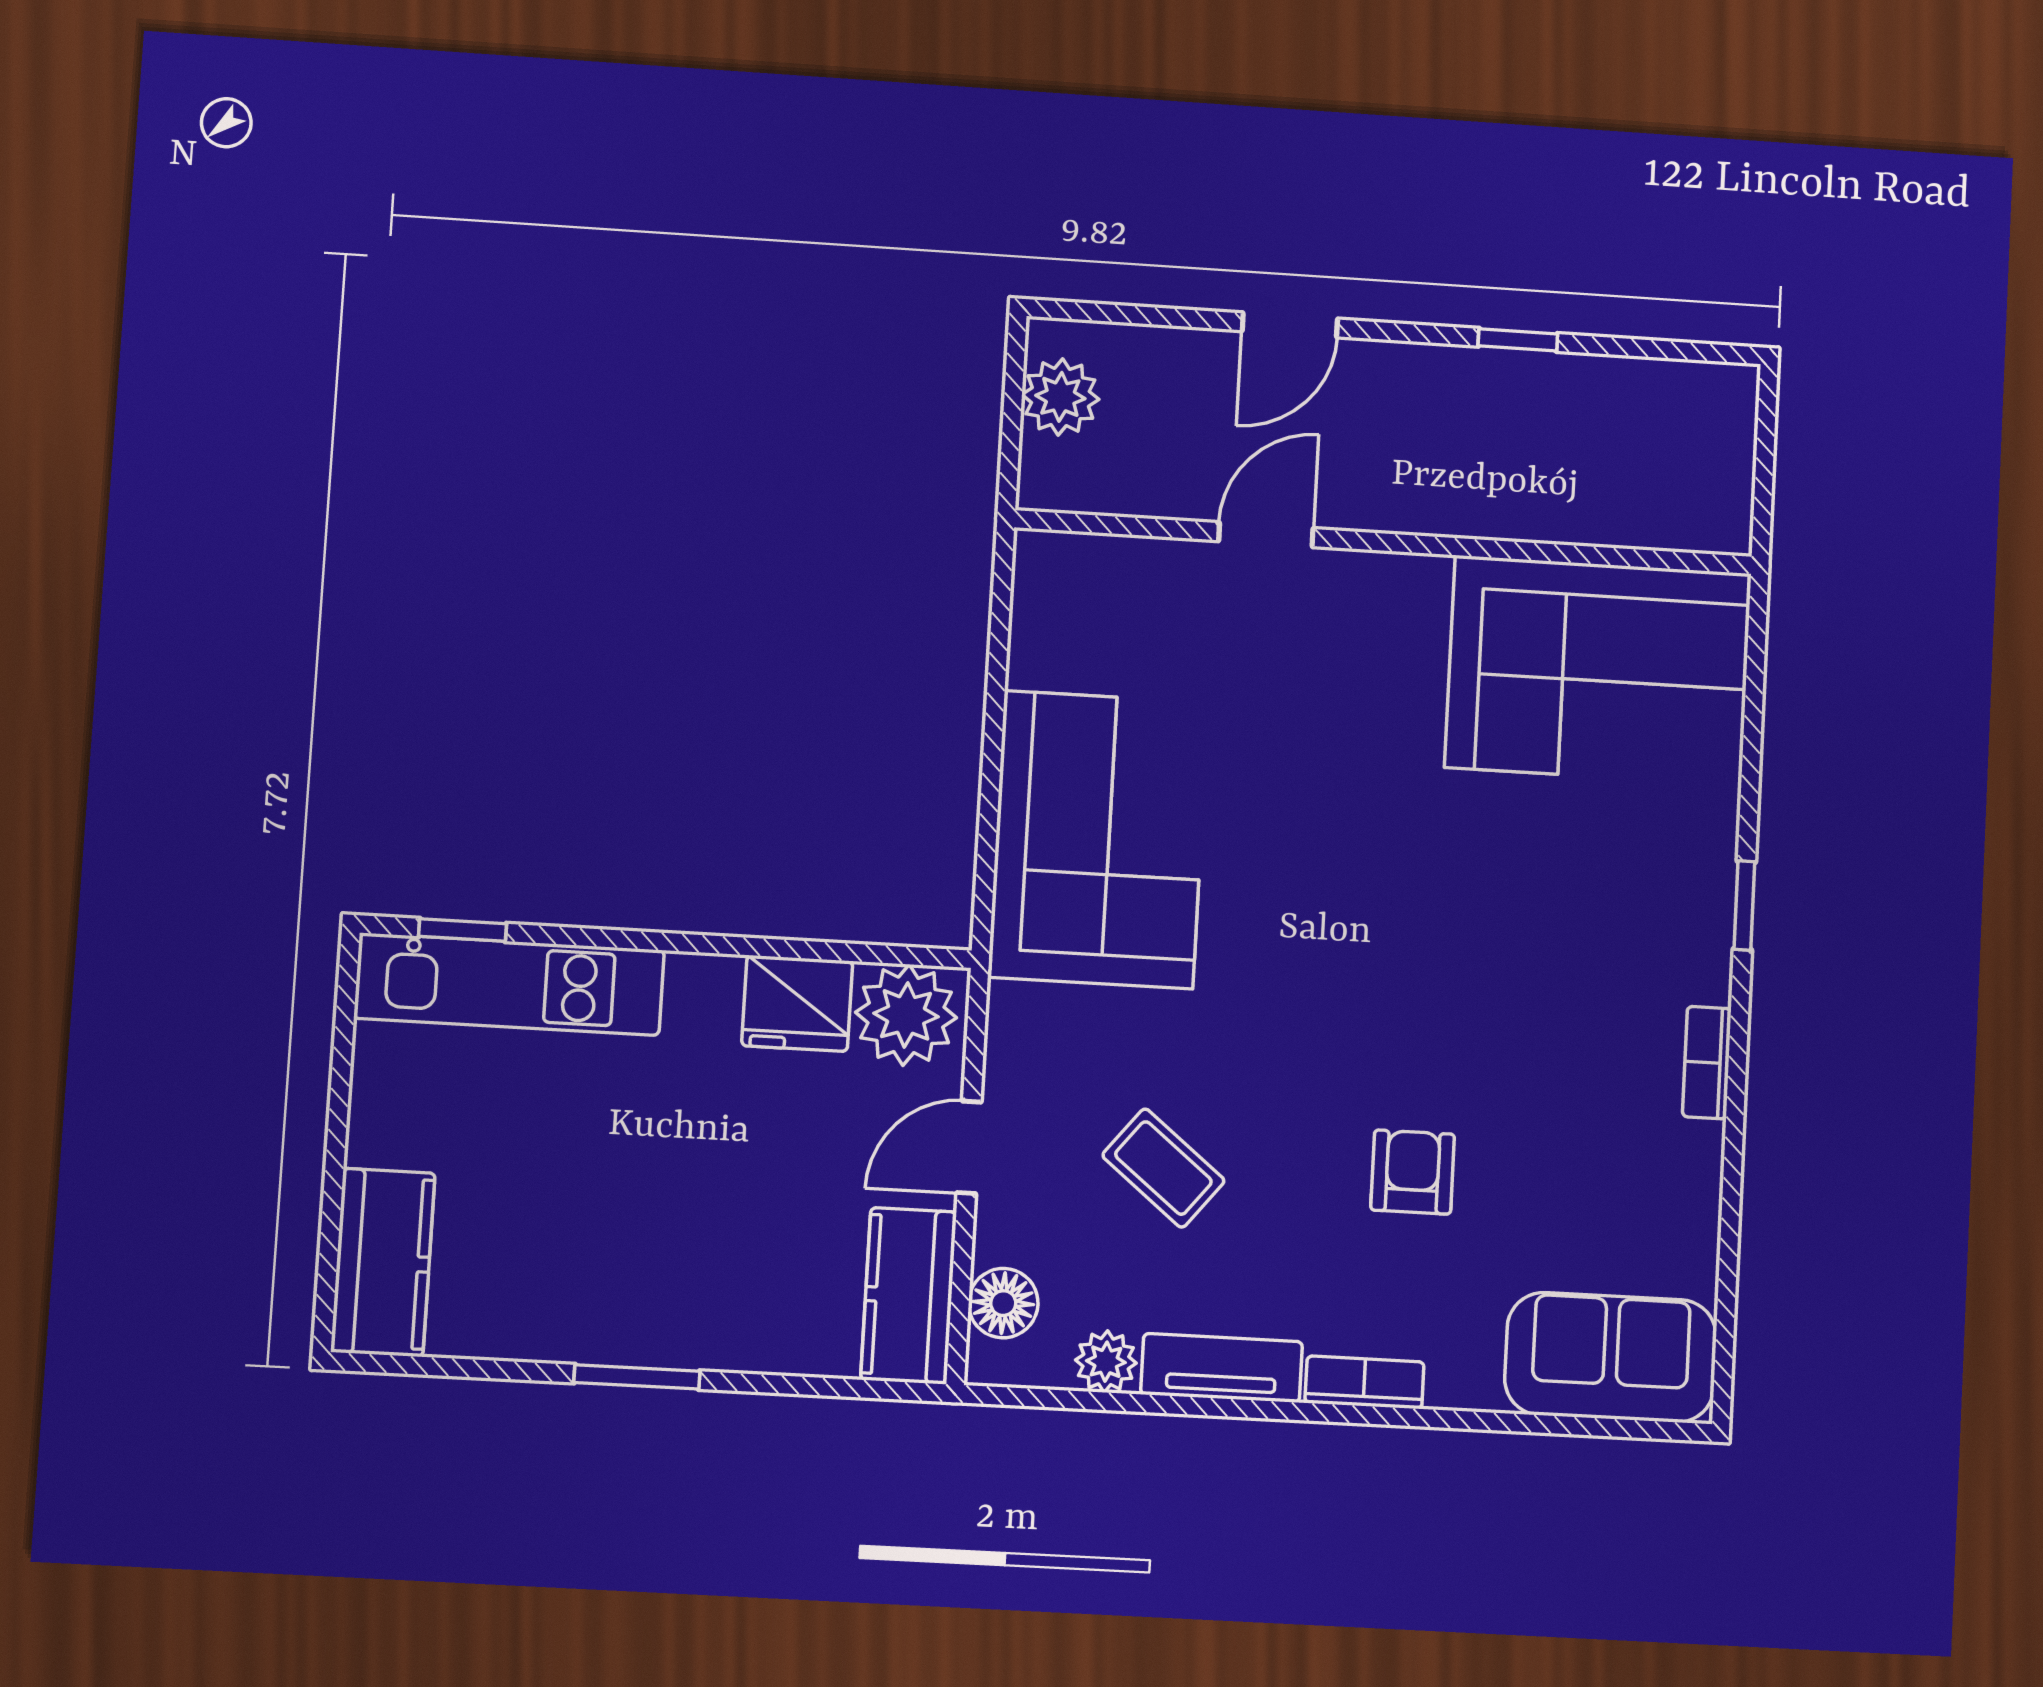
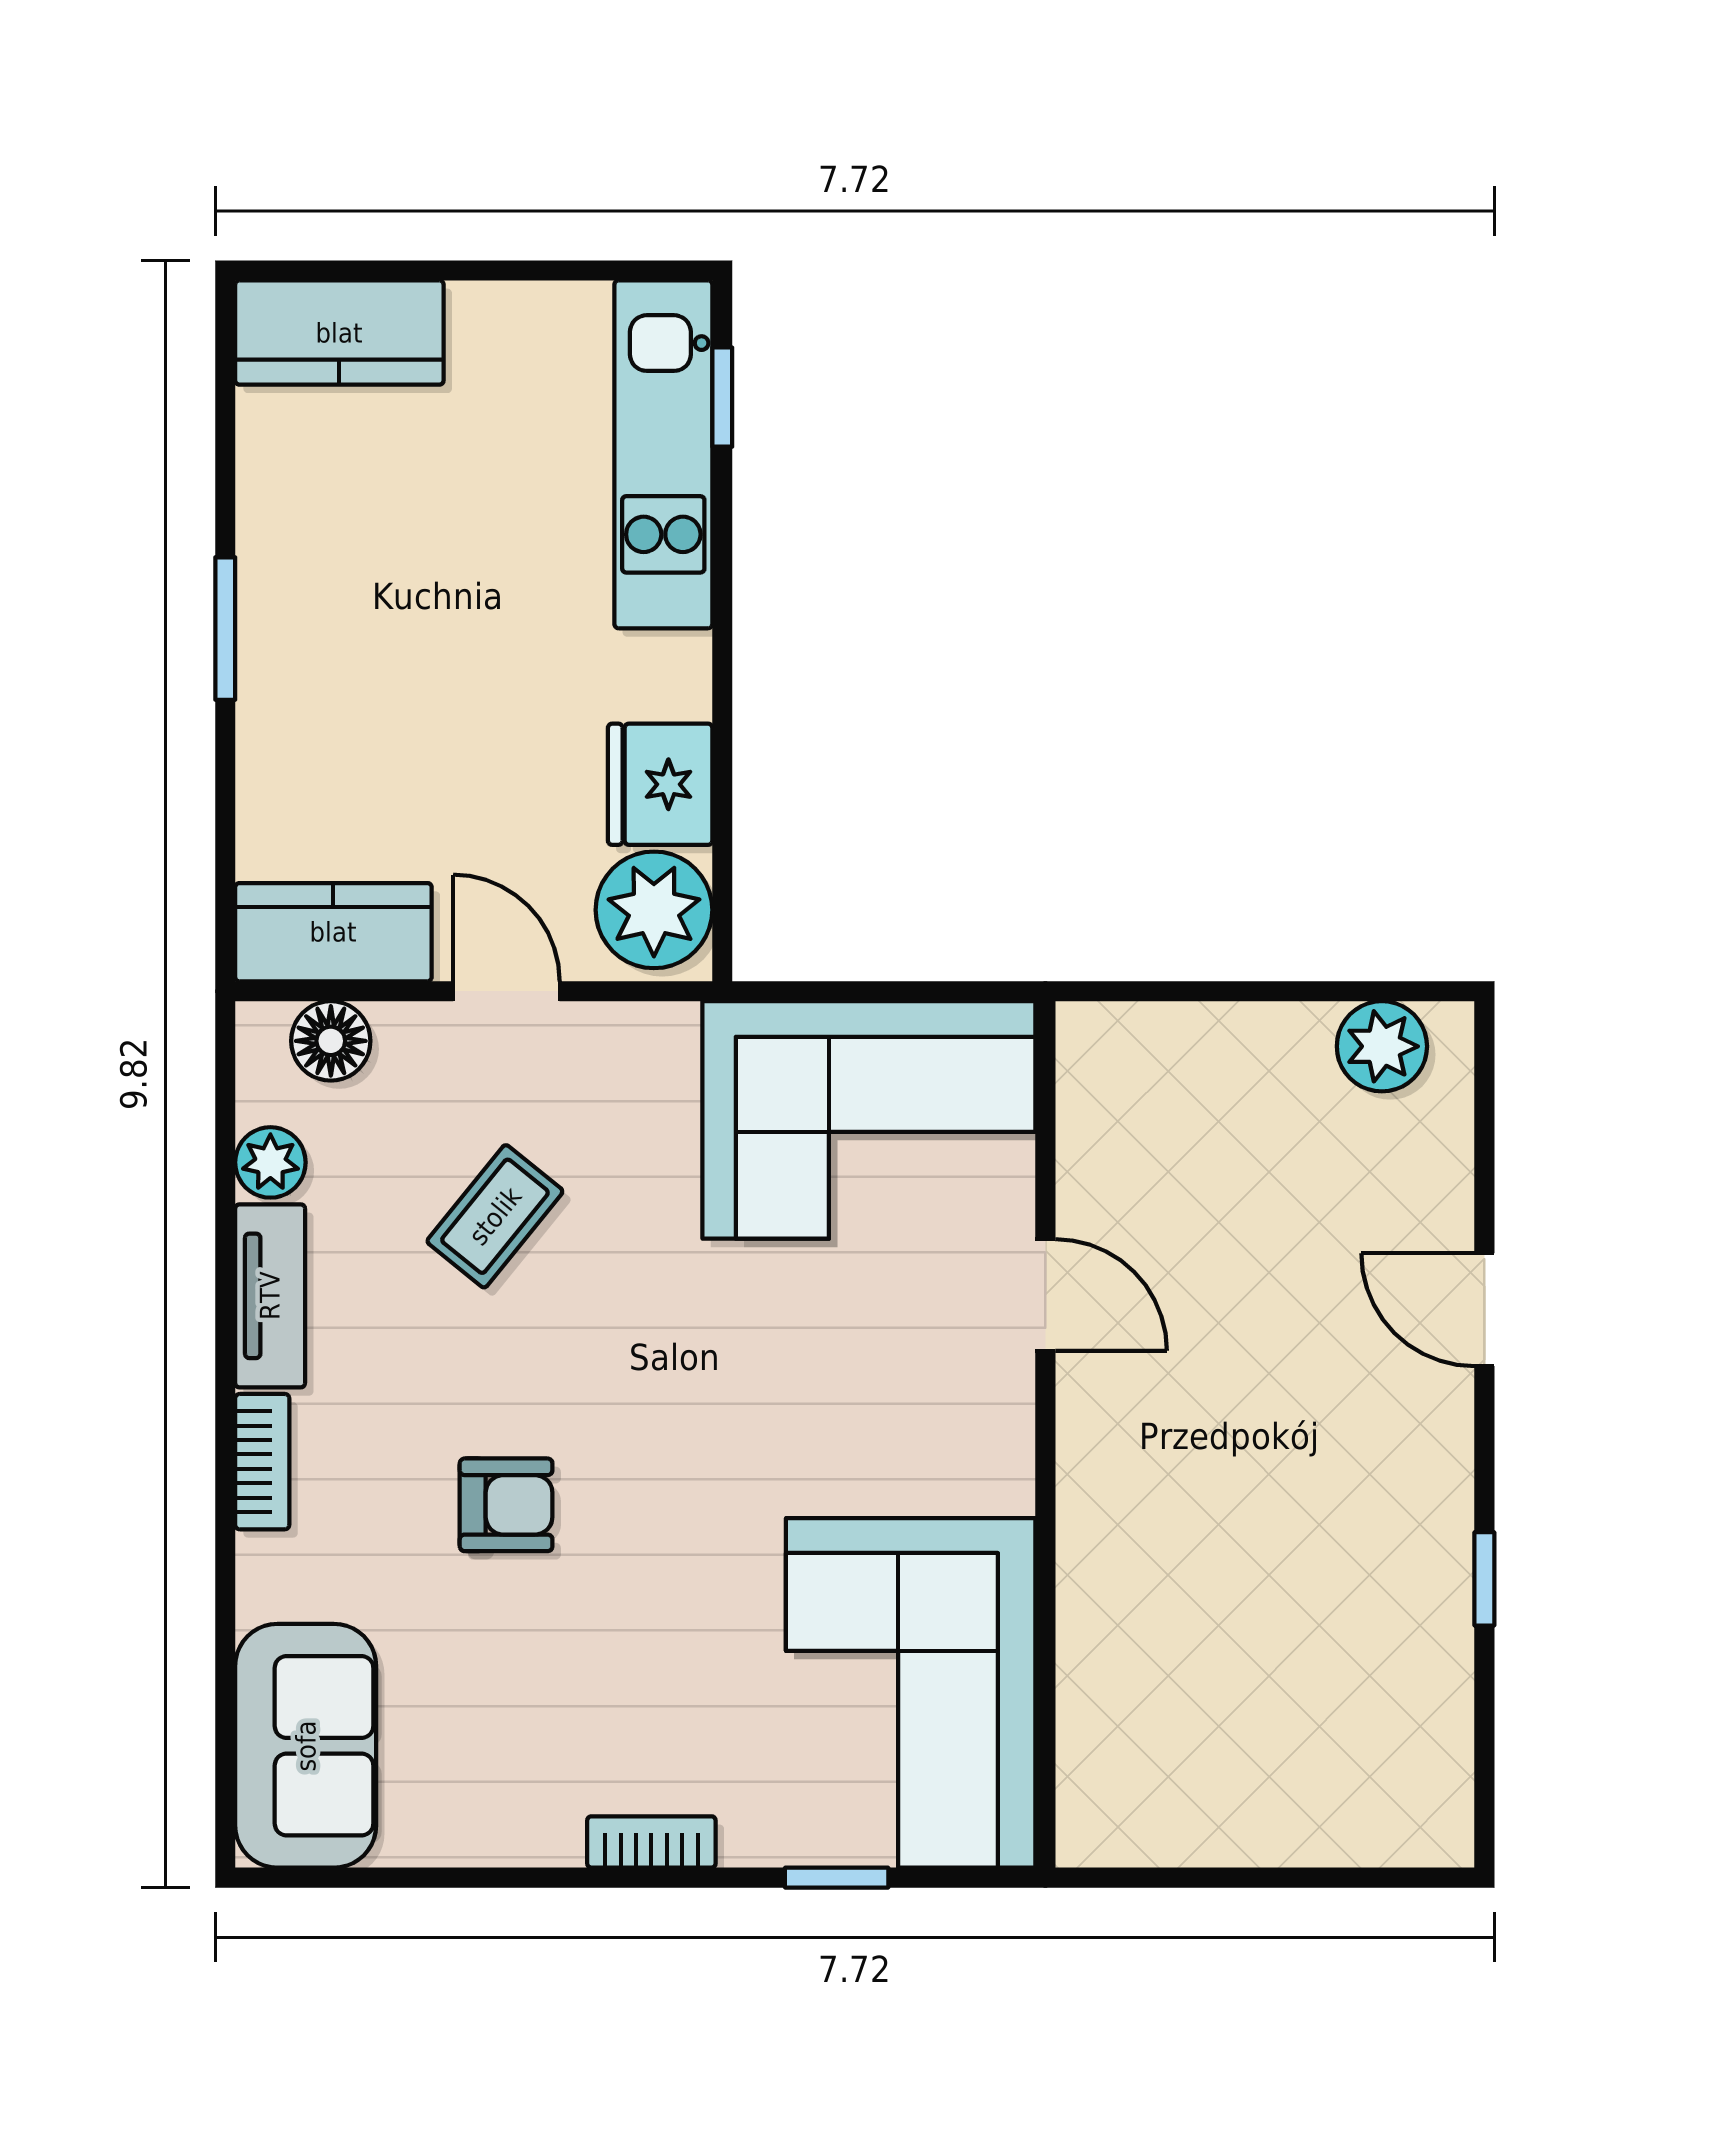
door: (1266, 535) -> (1045, 1295), moved
wall: (1385, 542) -> (1045, 1434), moved
corner sofa: (1598, 670) -> (911, 1693), moved

